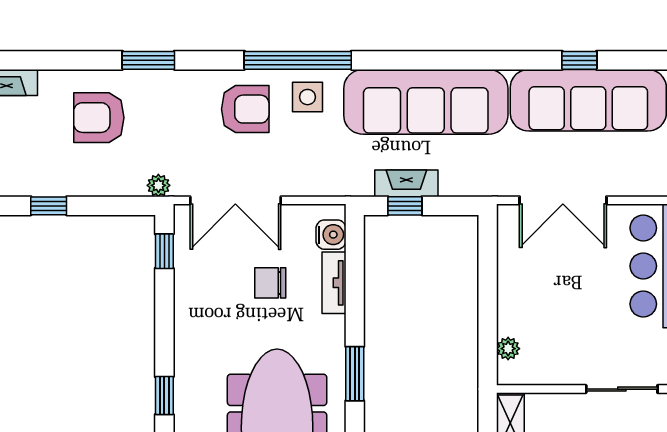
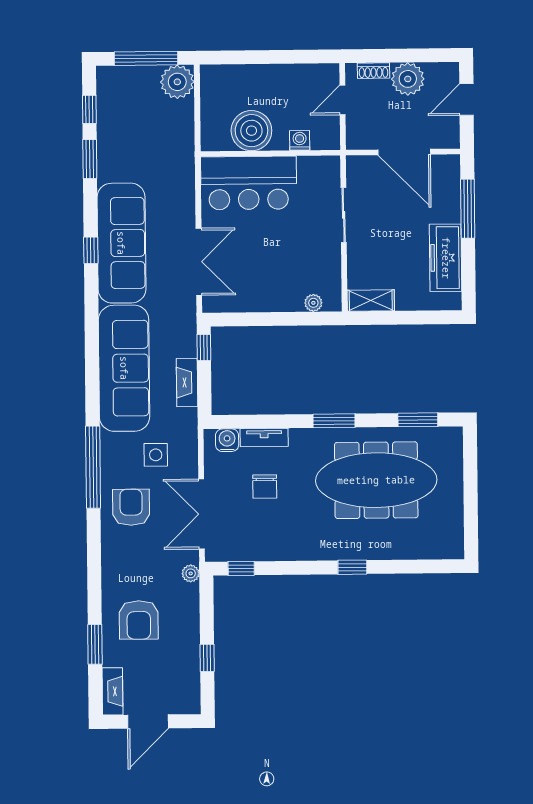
window: (148, 60) -> (95, 644), moved
side table: (308, 97) -> (156, 455), moved
double door: (235, 200) -> (201, 514), swing flipped
window: (405, 206) -> (204, 347), moved

